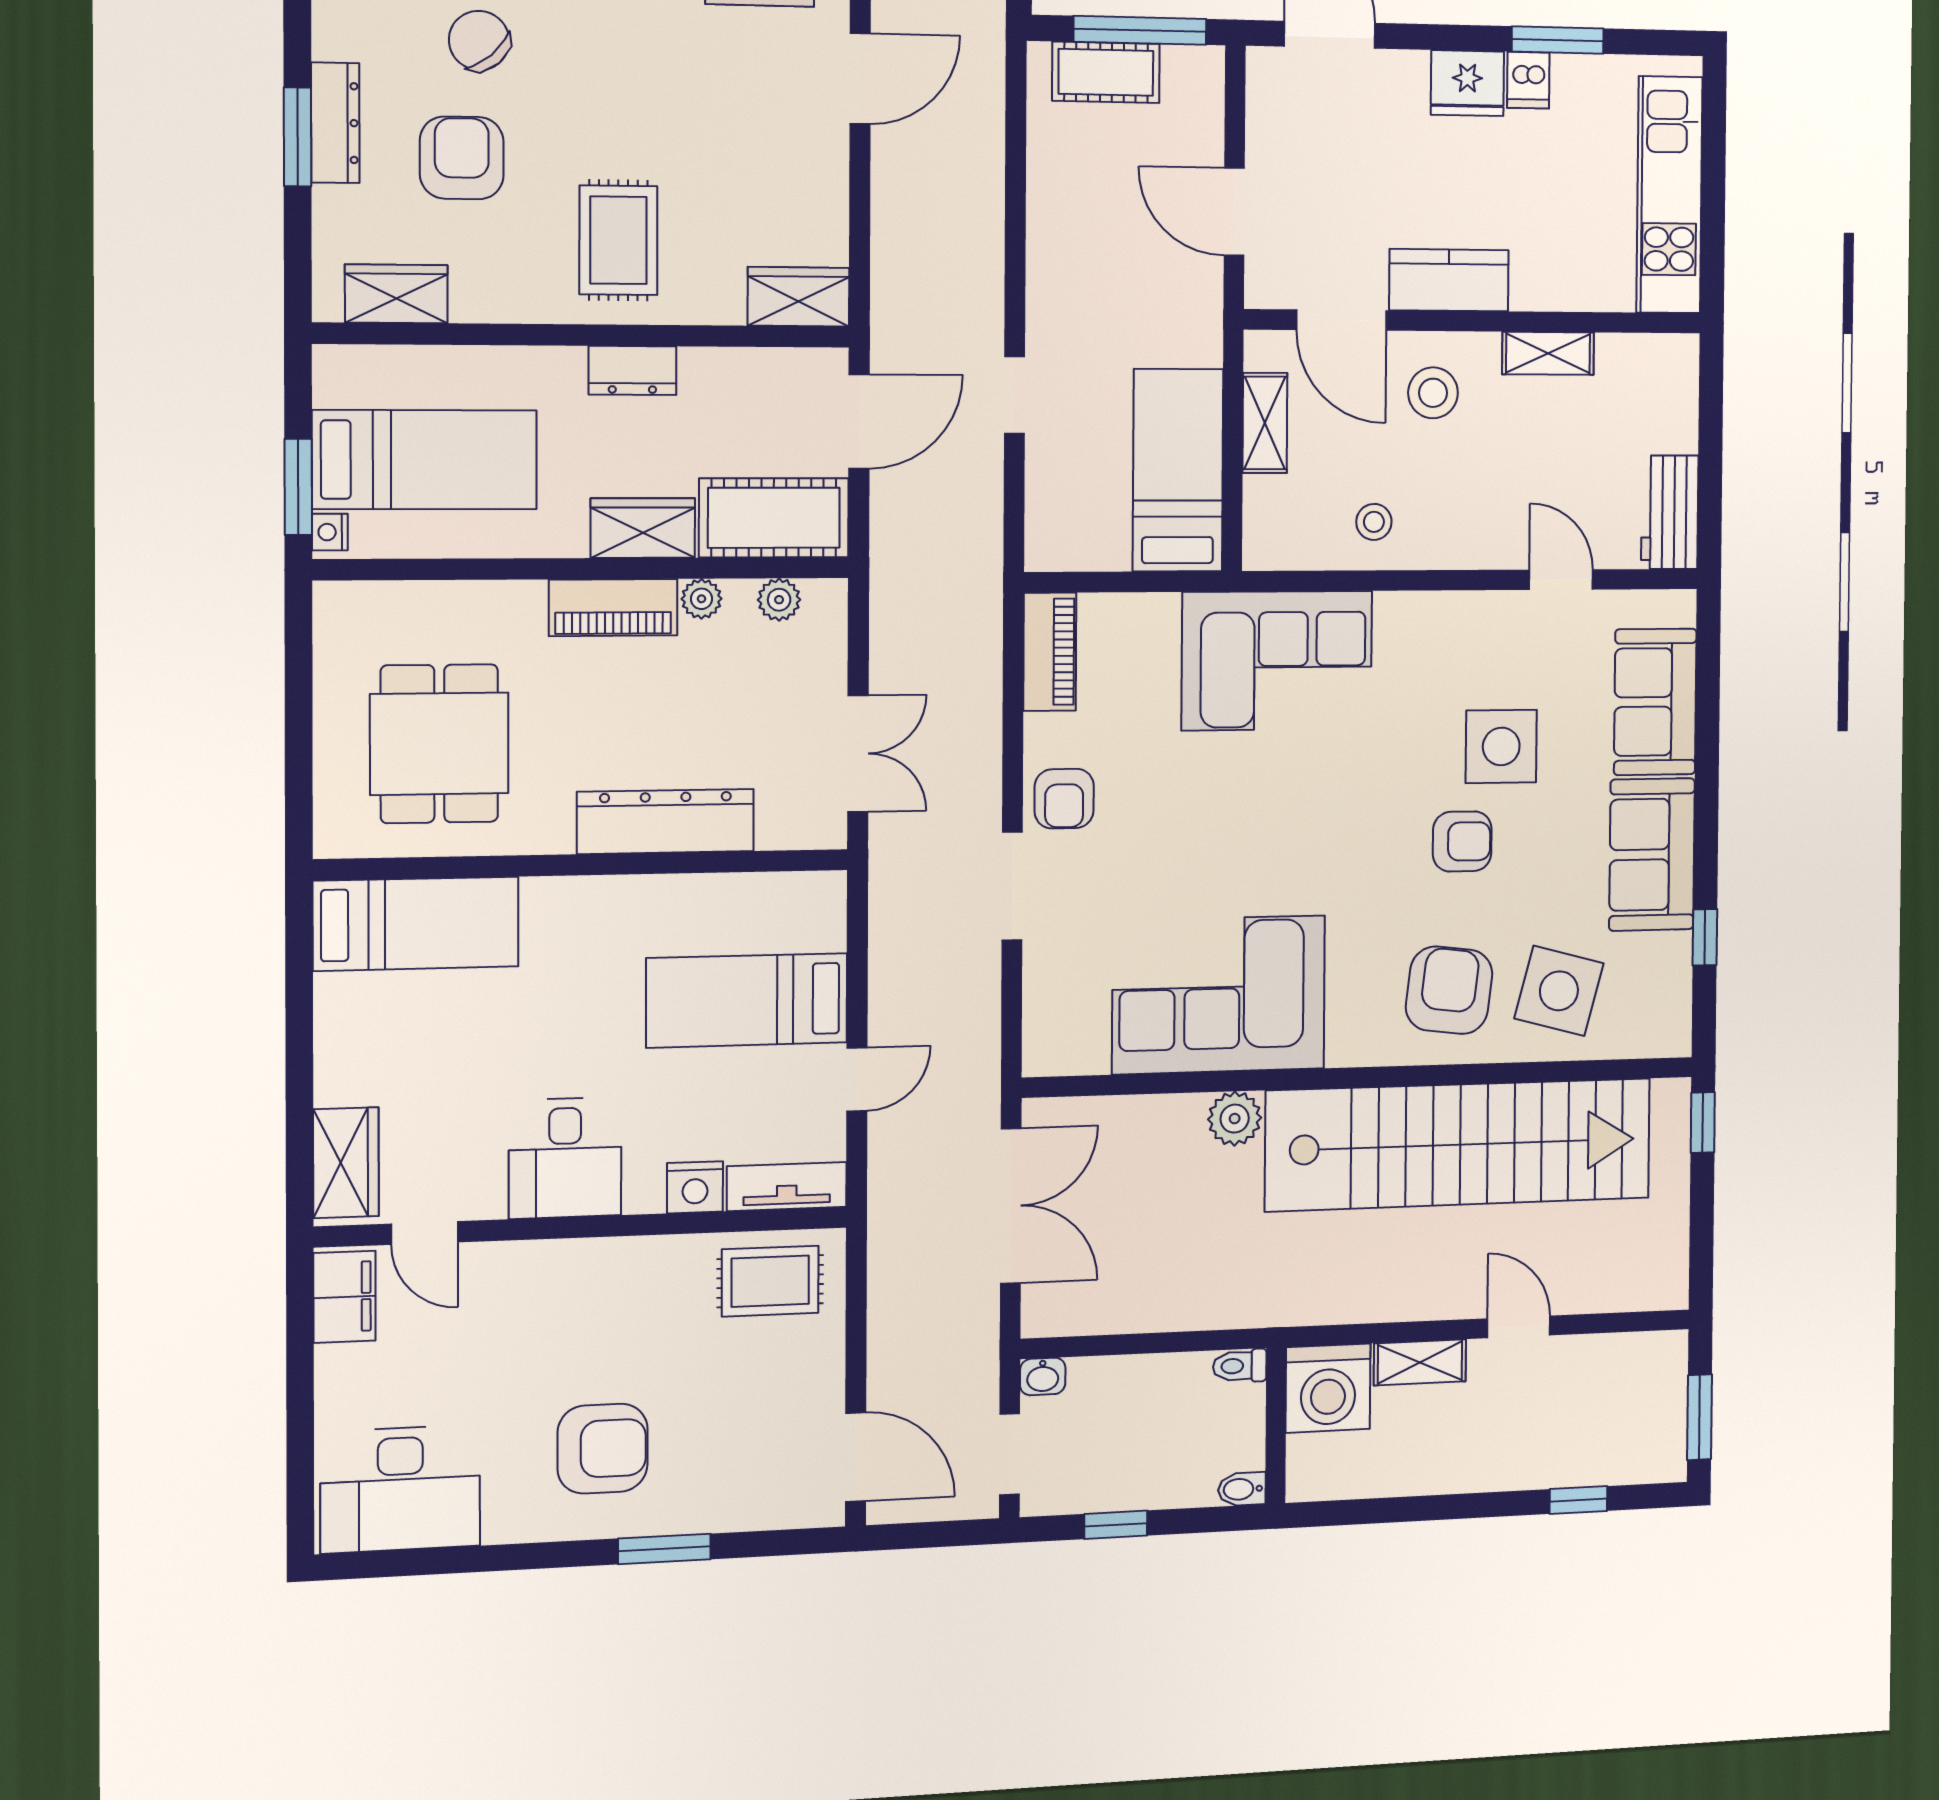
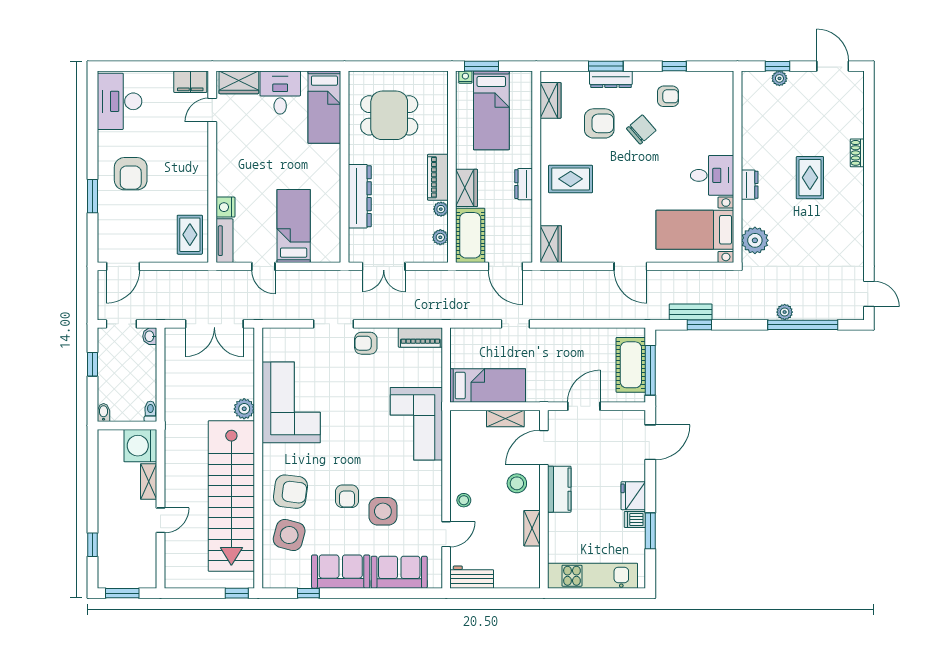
cot: (1106, 72) -> (631, 365), width x1.37, depth x1.34
stool: (1374, 522) -> (464, 500), moved
desk: (565, 1158) -> (280, 93), moved, turned 90

